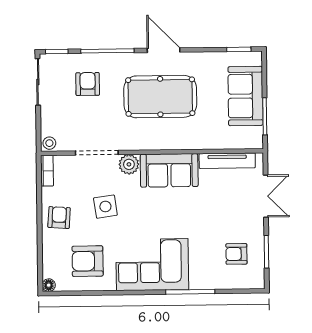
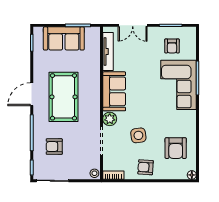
double door: (266, 196) -> (133, 25), swing flipped
corner sofa: (152, 265) -> (179, 85), moved

